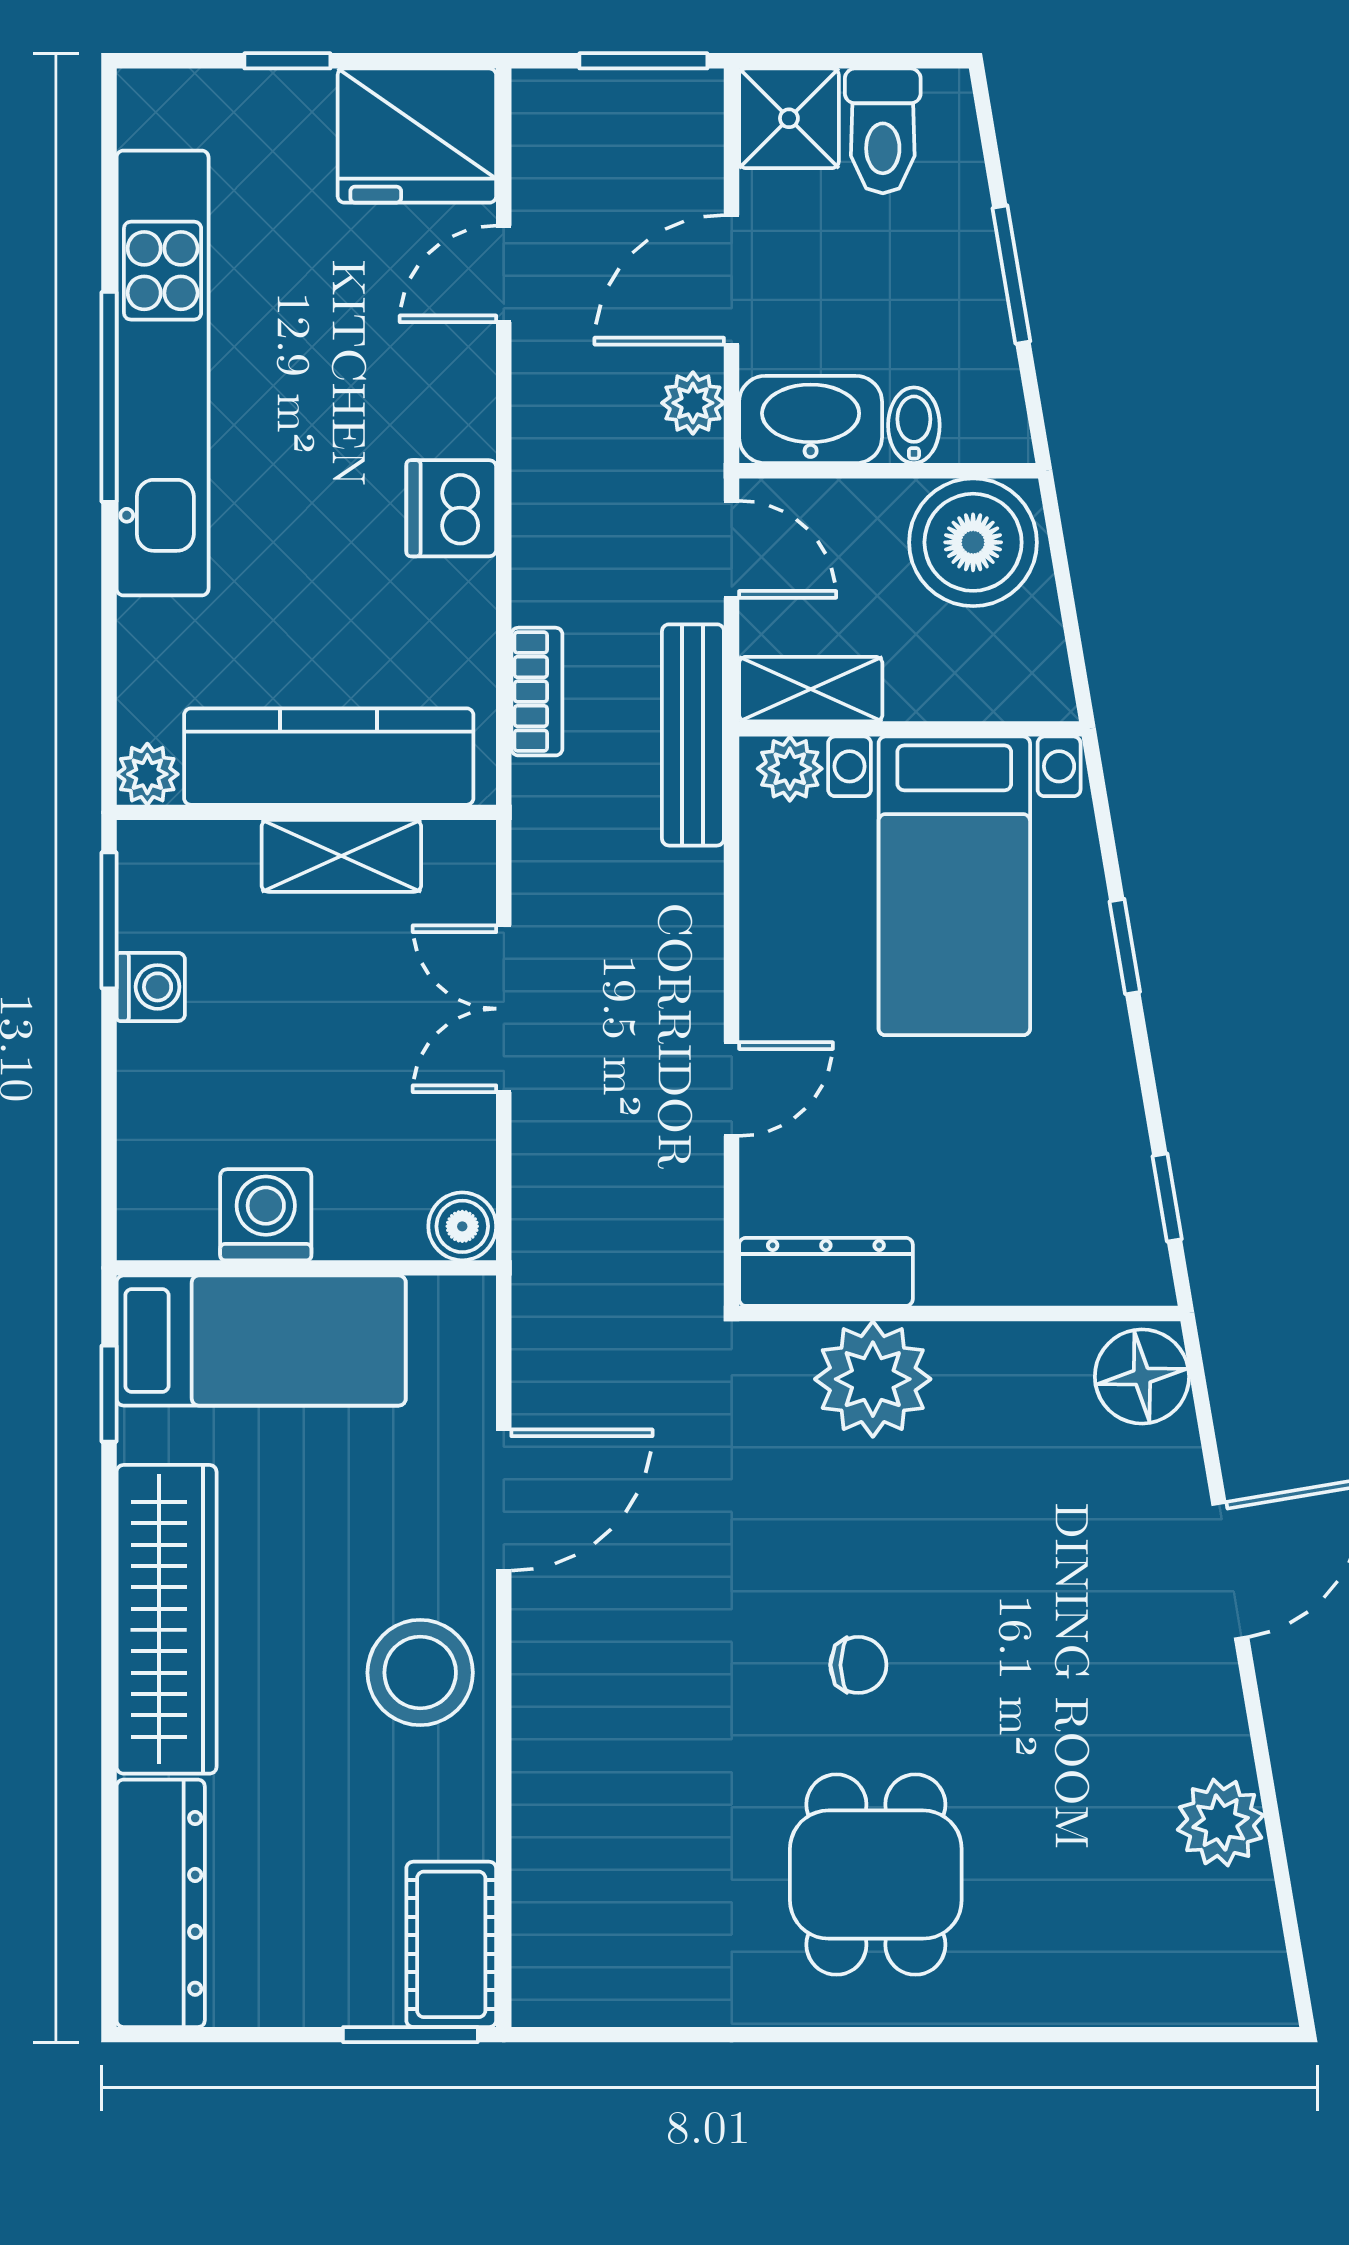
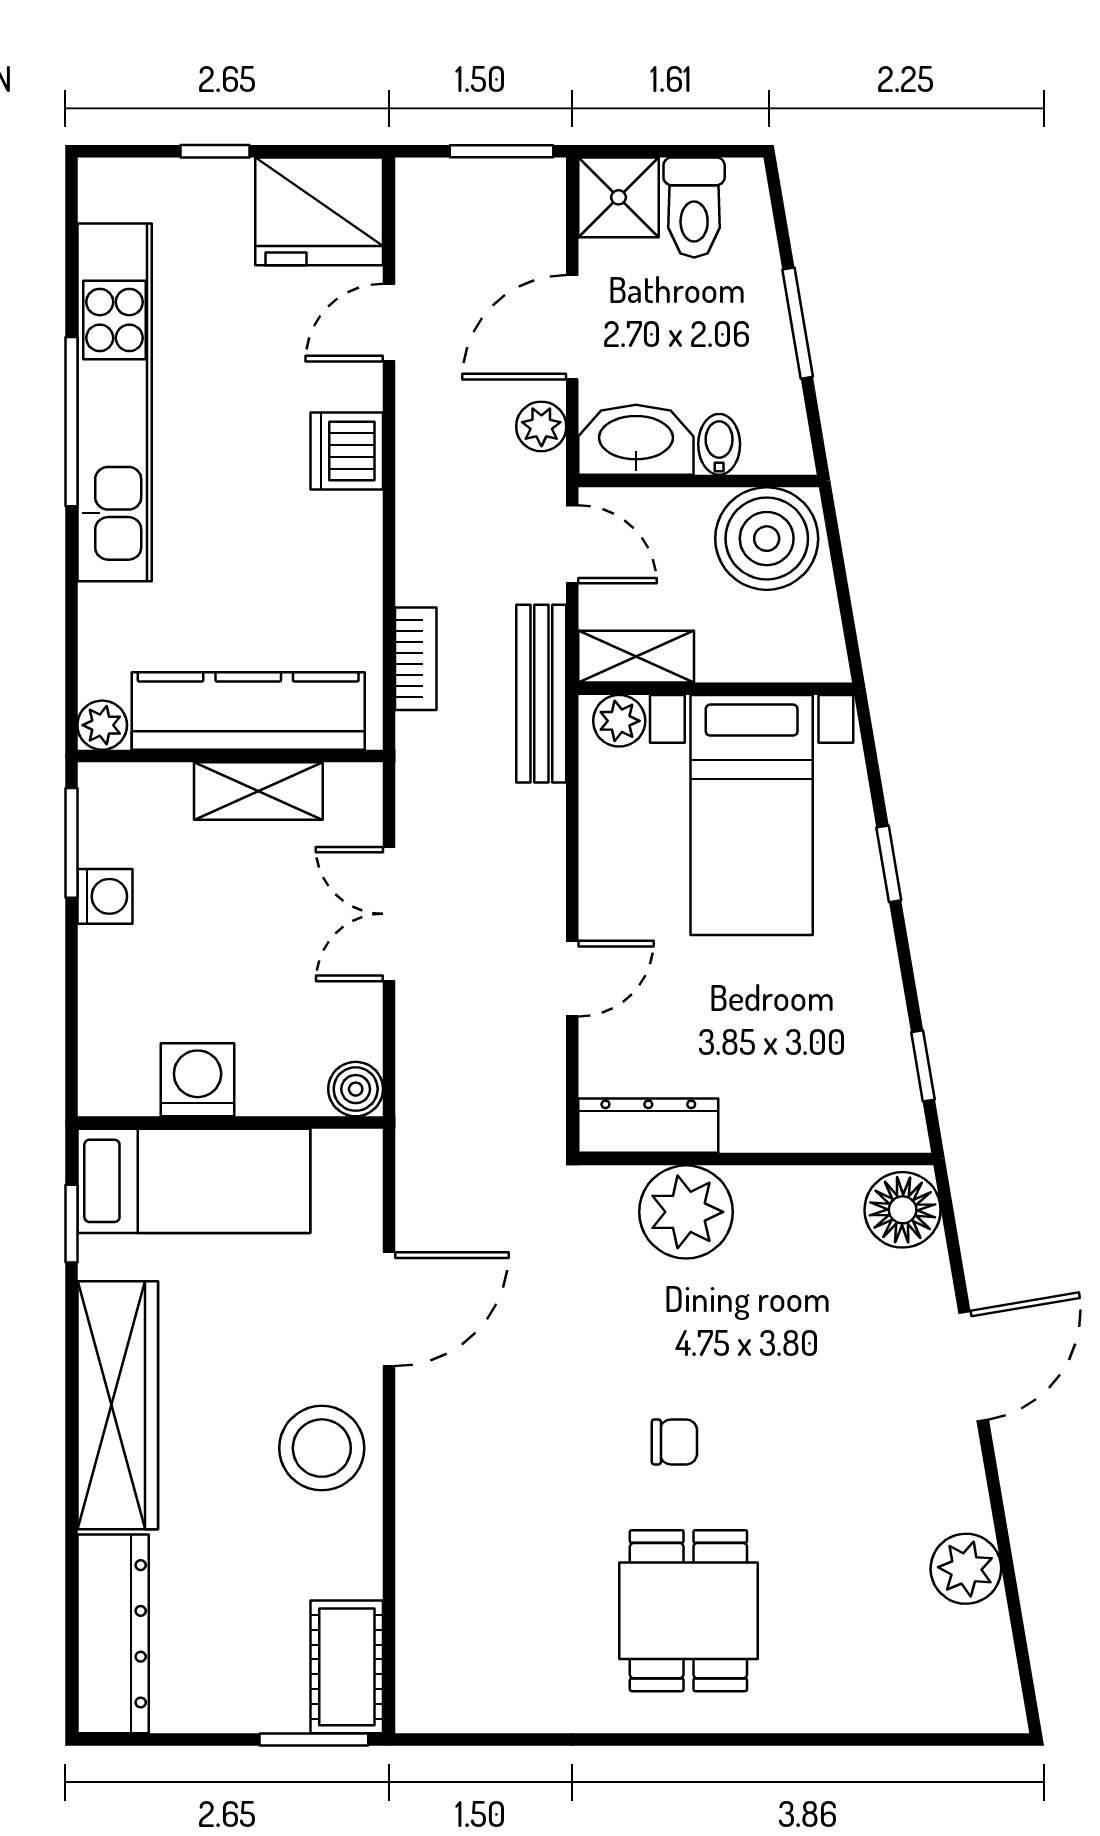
dishwasher: (451, 508) -> (347, 451), moved

